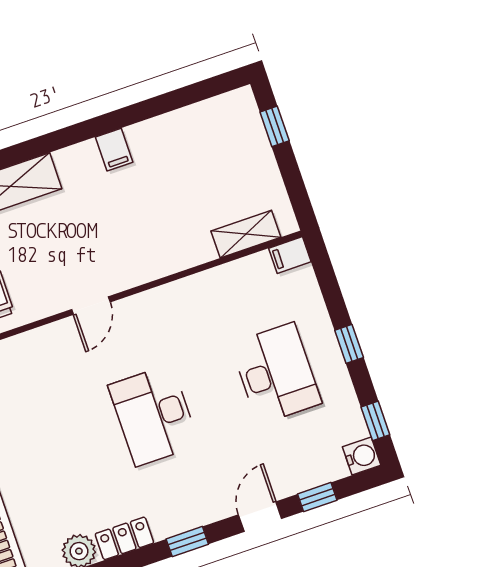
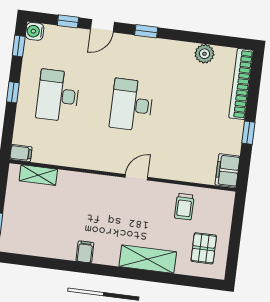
desk: (154, 415) -> (132, 105), turned 180
locker: (124, 538) -> (178, 49), removed

